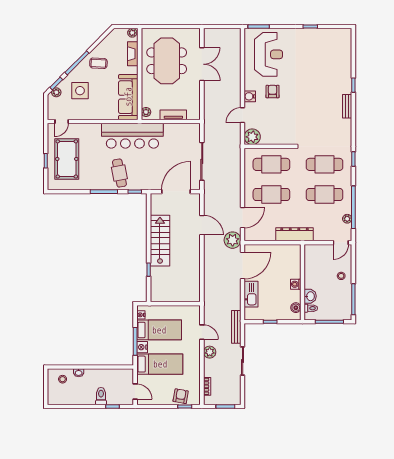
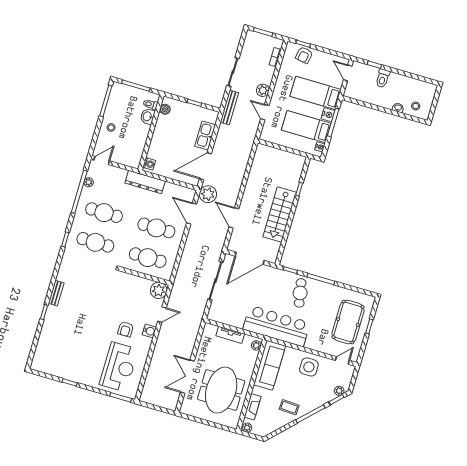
reception desk: (269, 54) -> (119, 367), turned 180
side table: (80, 91) -> (309, 367), moved
door: (243, 218) -> (192, 213), hinge flipped
washing machine: (296, 284) -> (149, 164), moved

